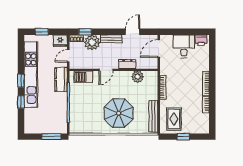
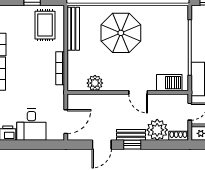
window: (85, 32) -> (132, 145), moved
dresser: (127, 64) -> (109, 100), removed
door: (106, 70) -> (138, 92), swing flipped

